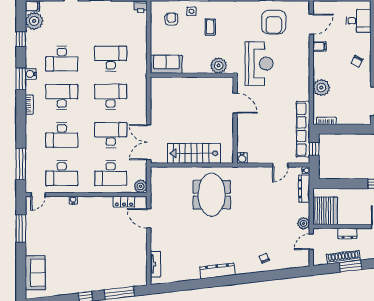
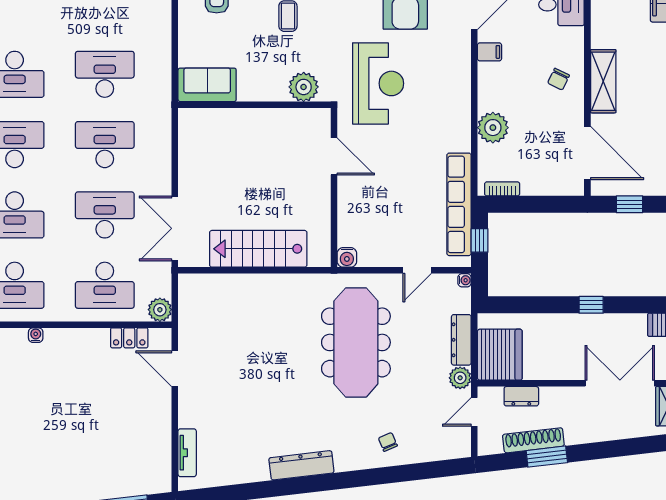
dresser: (304, 189) -> (461, 340), moved
meeting table: (212, 195) -> (356, 342), moved, width x1.36
dresser: (347, 233) -> (521, 396), moved

